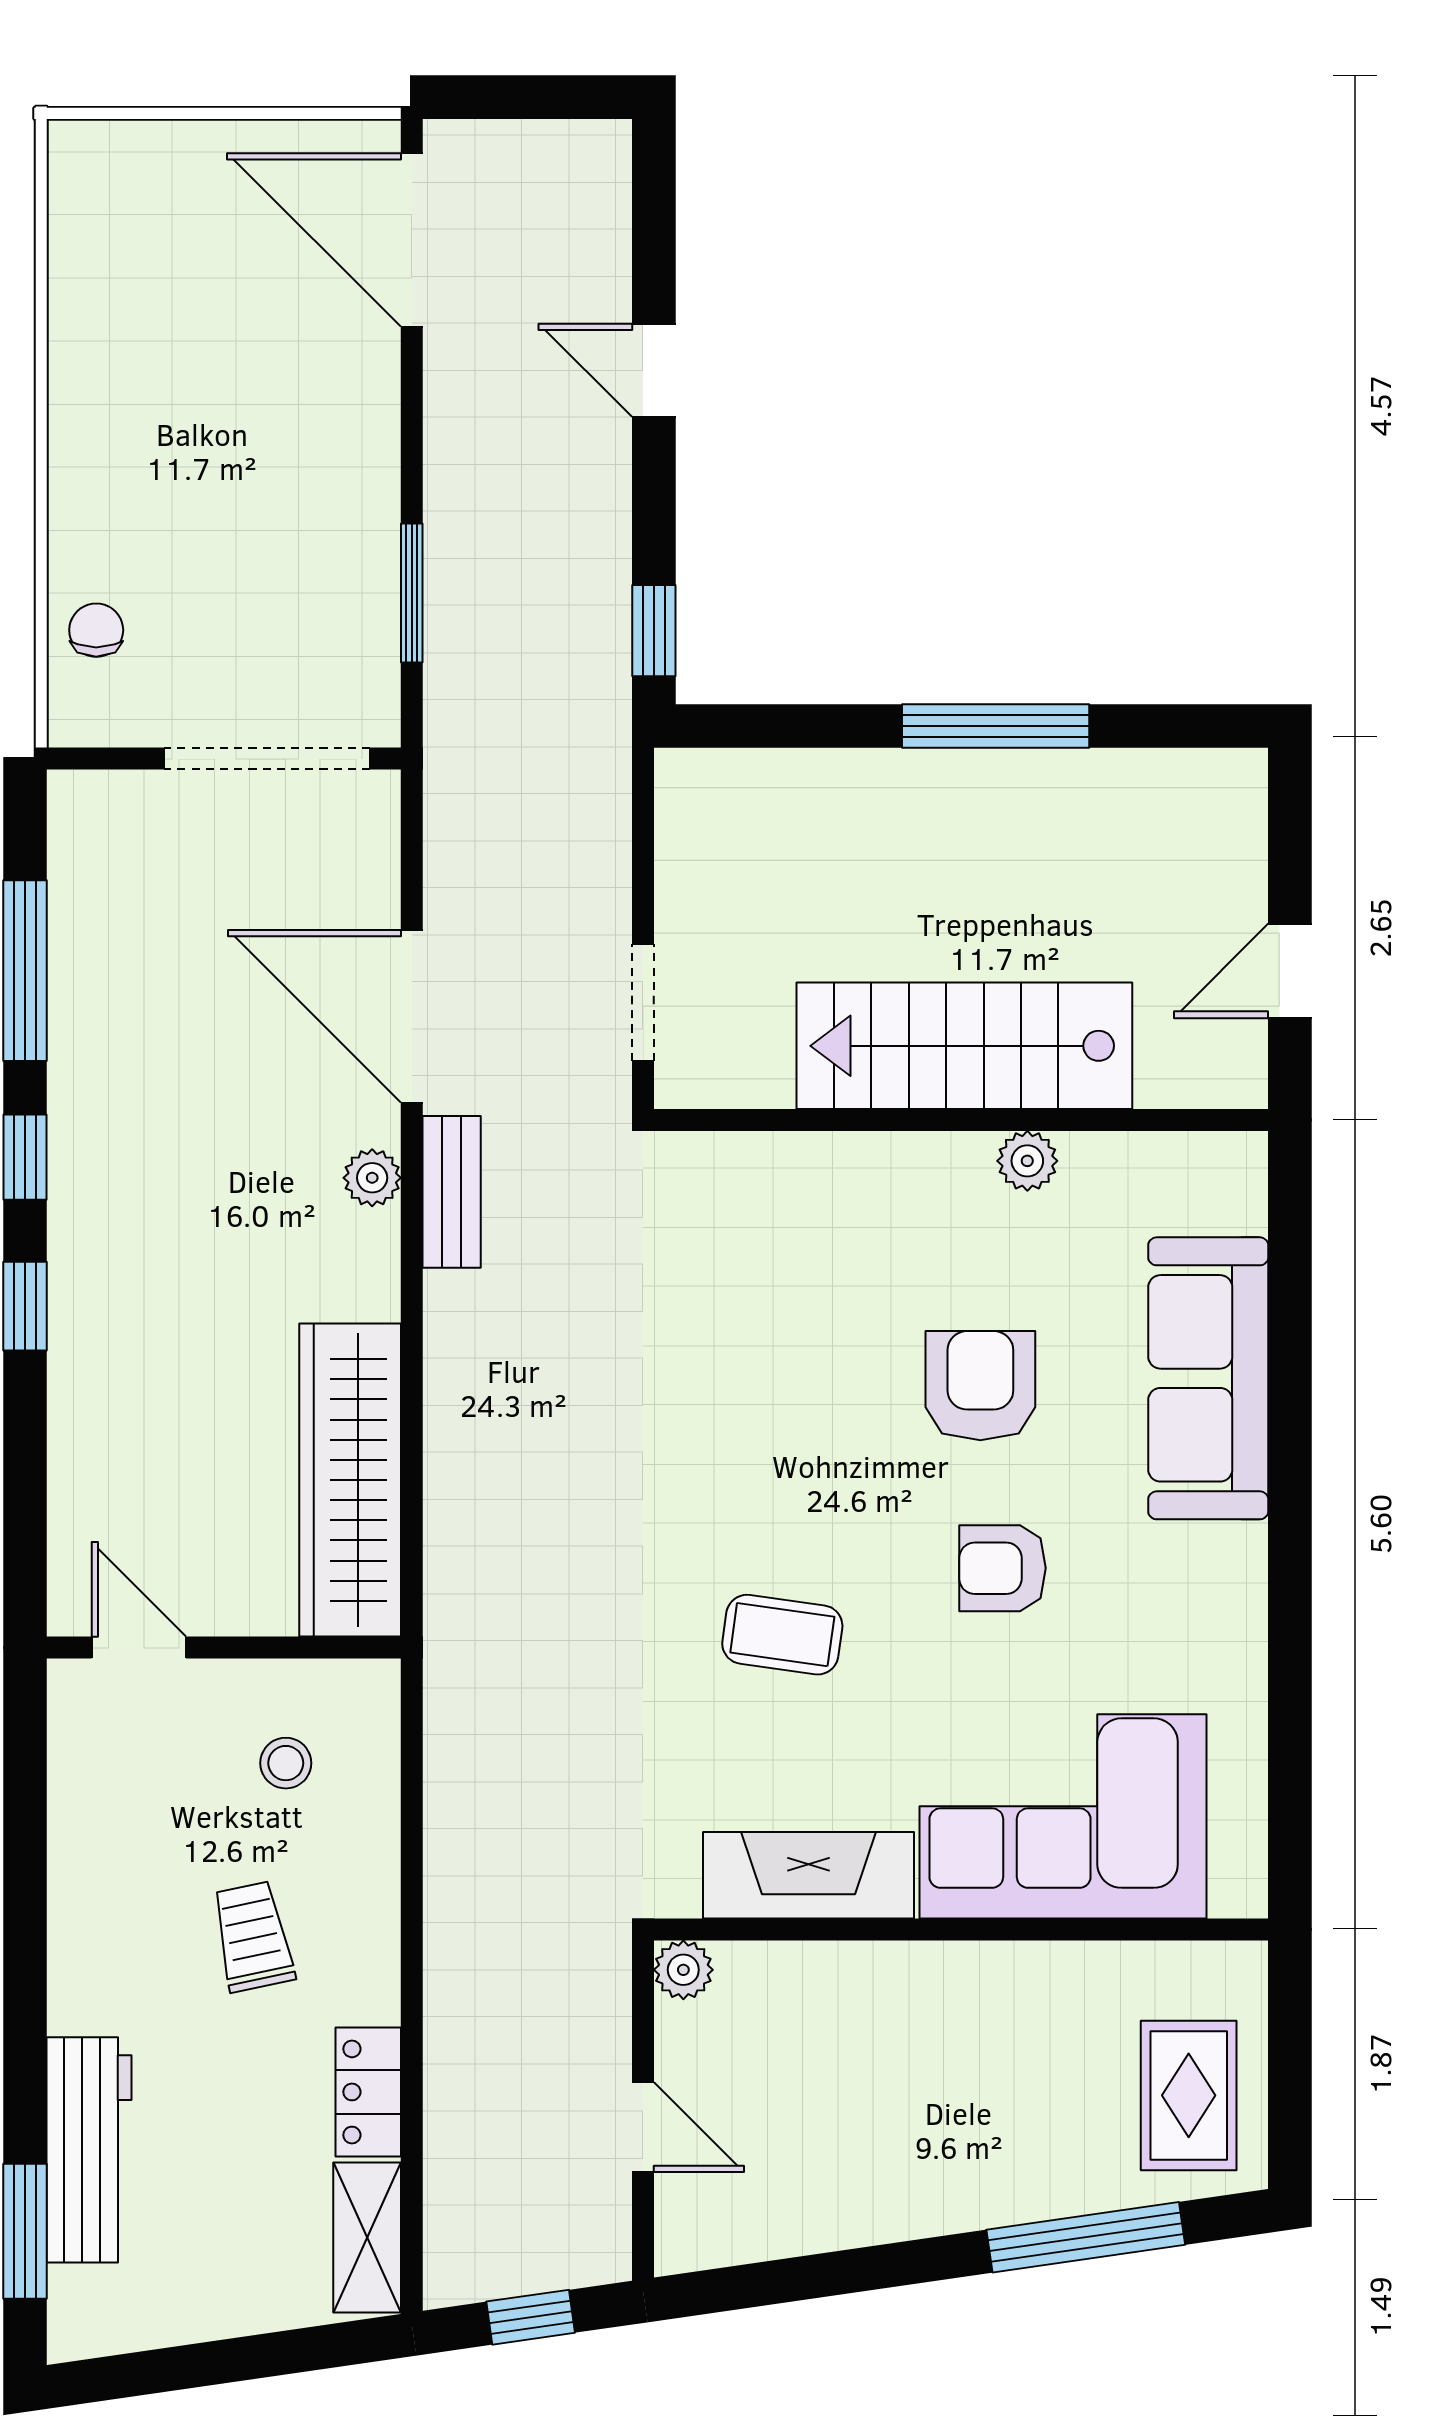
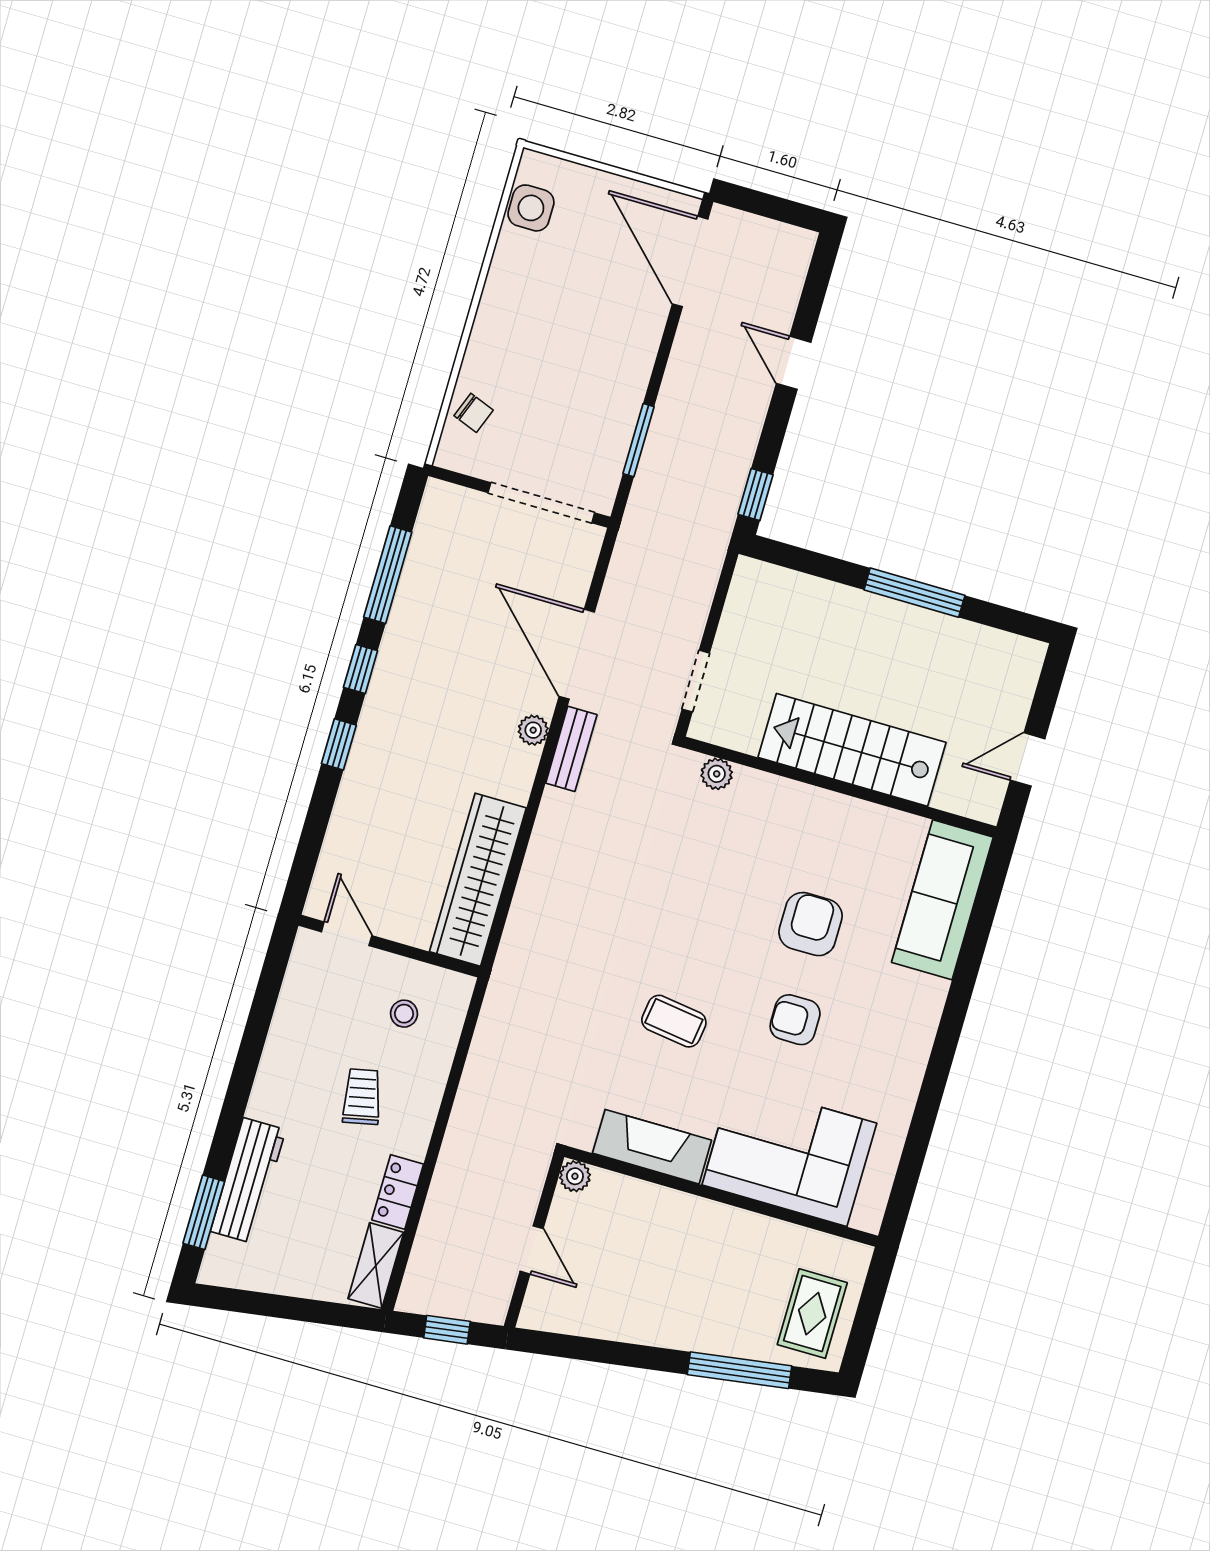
side table: (93, 226) -> (531, 208), added
chair: (96, 630) -> (474, 413), turned 111
plant: (1027, 1161) -> (717, 774), moved
sofa: (1208, 1378) -> (942, 900), moved

